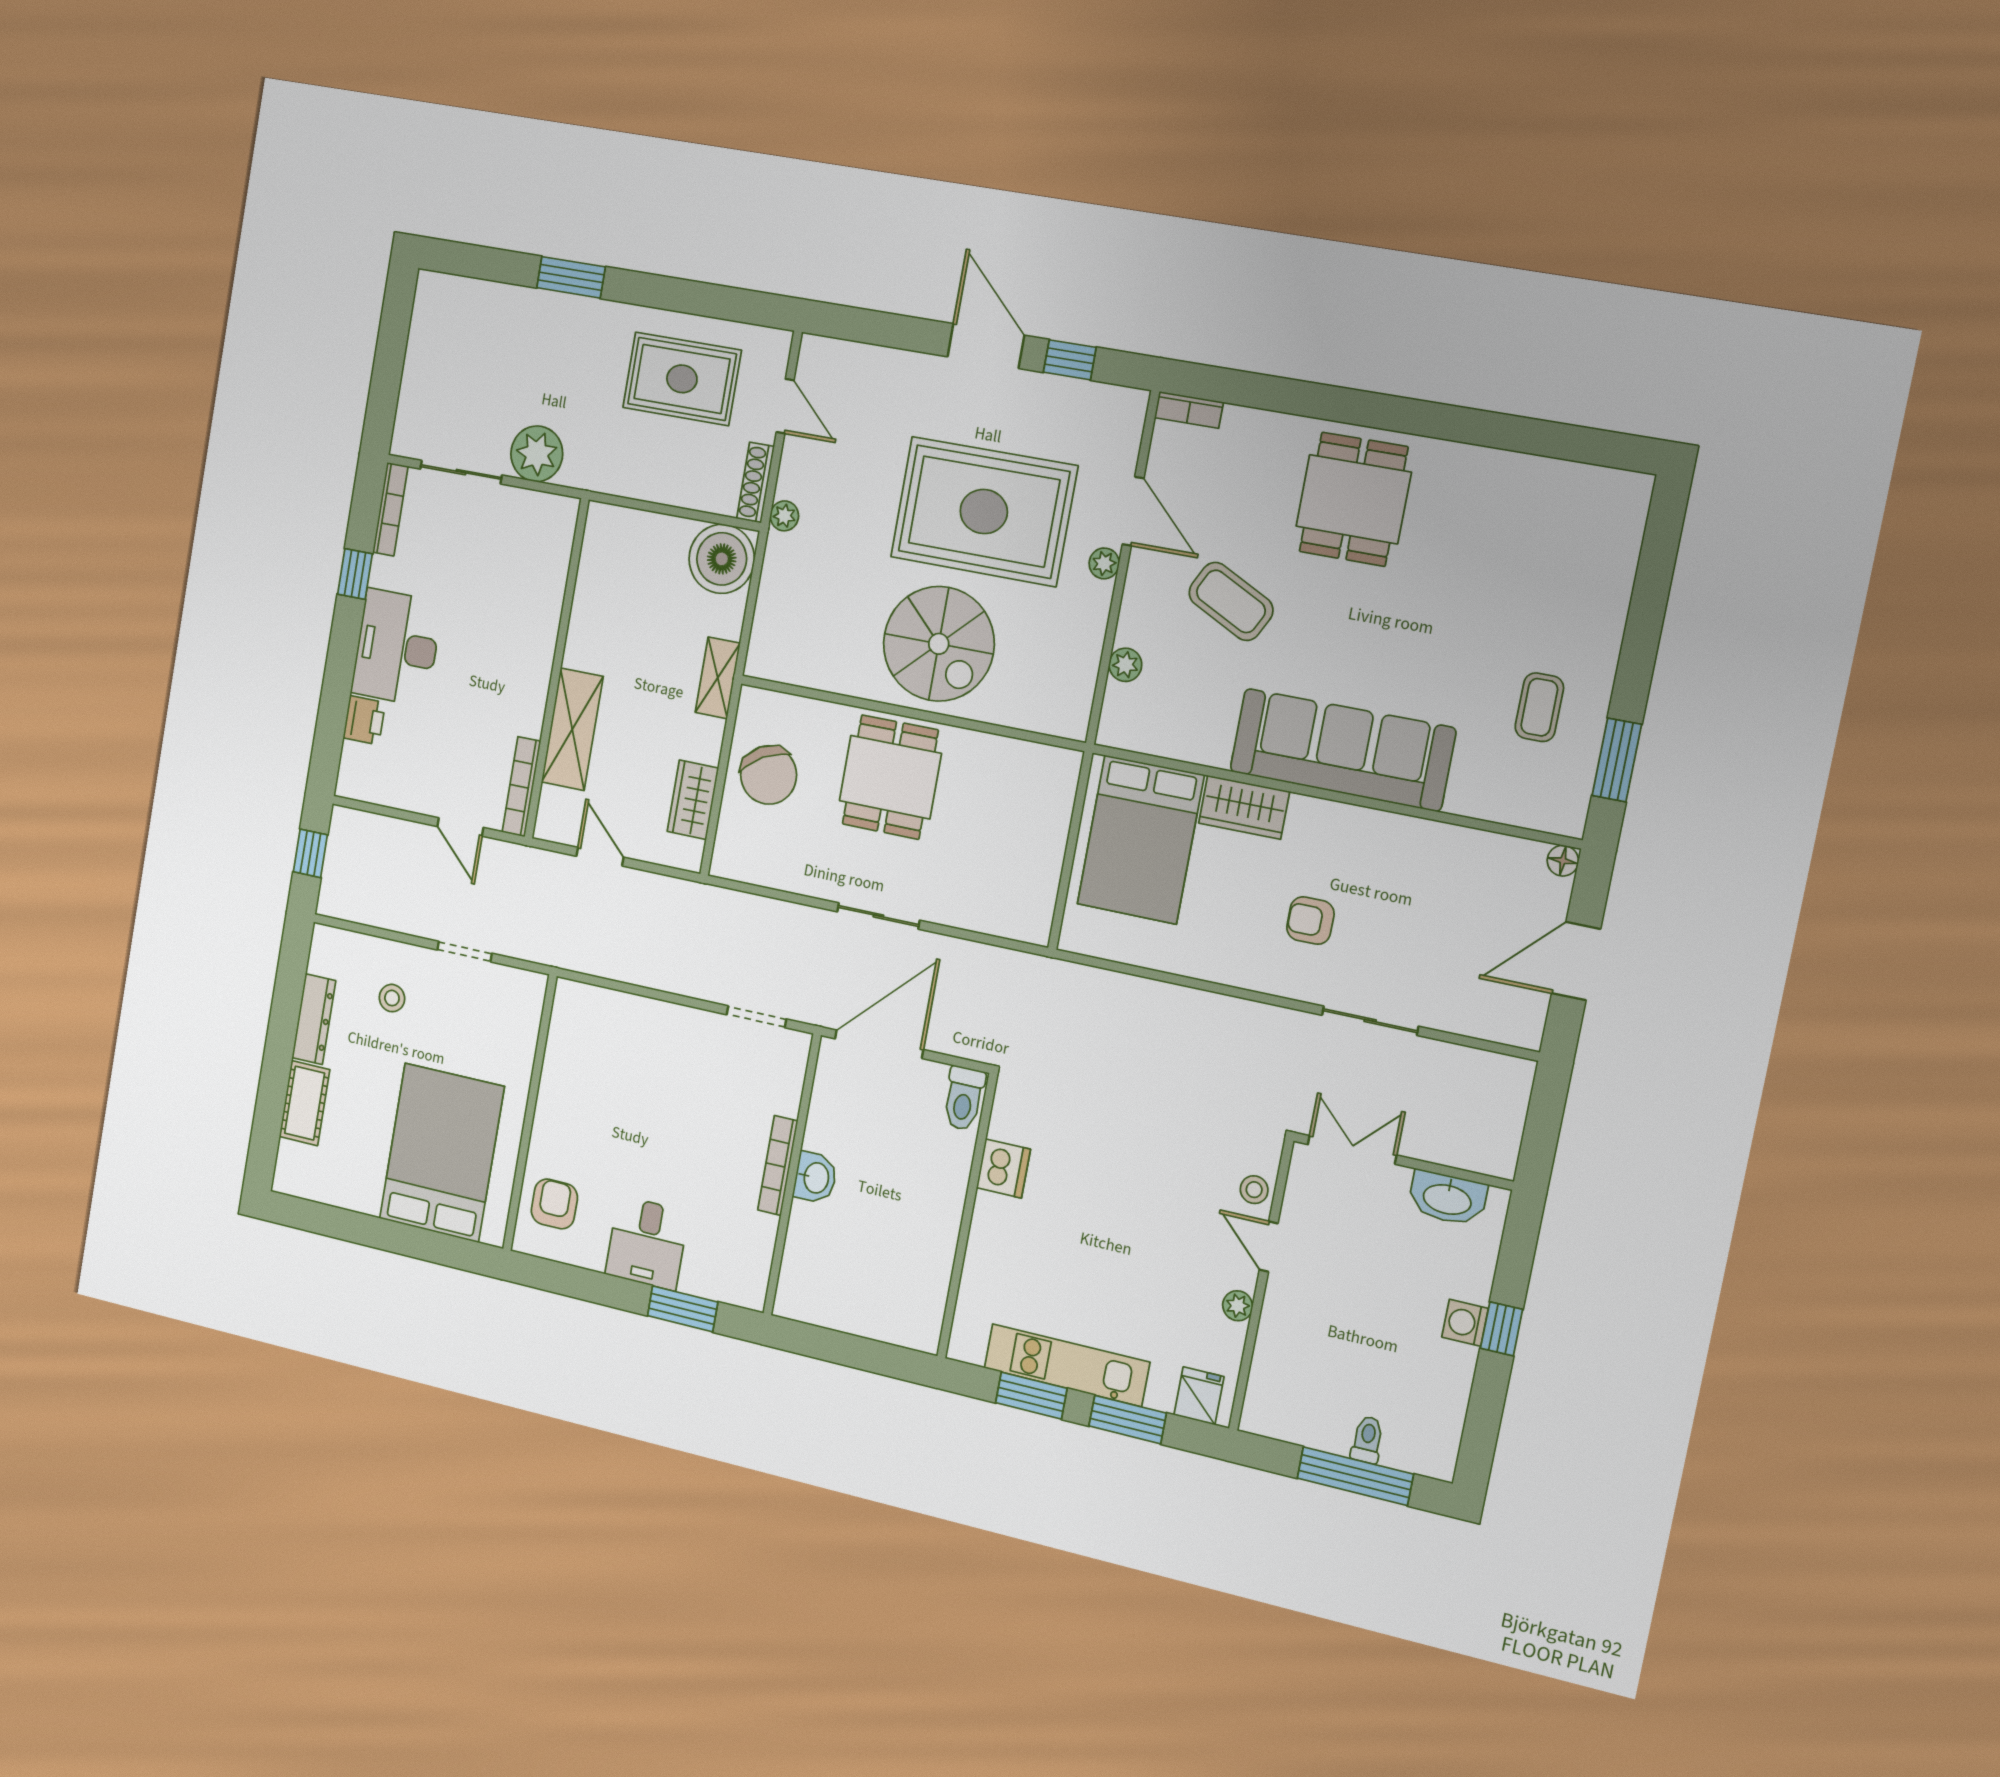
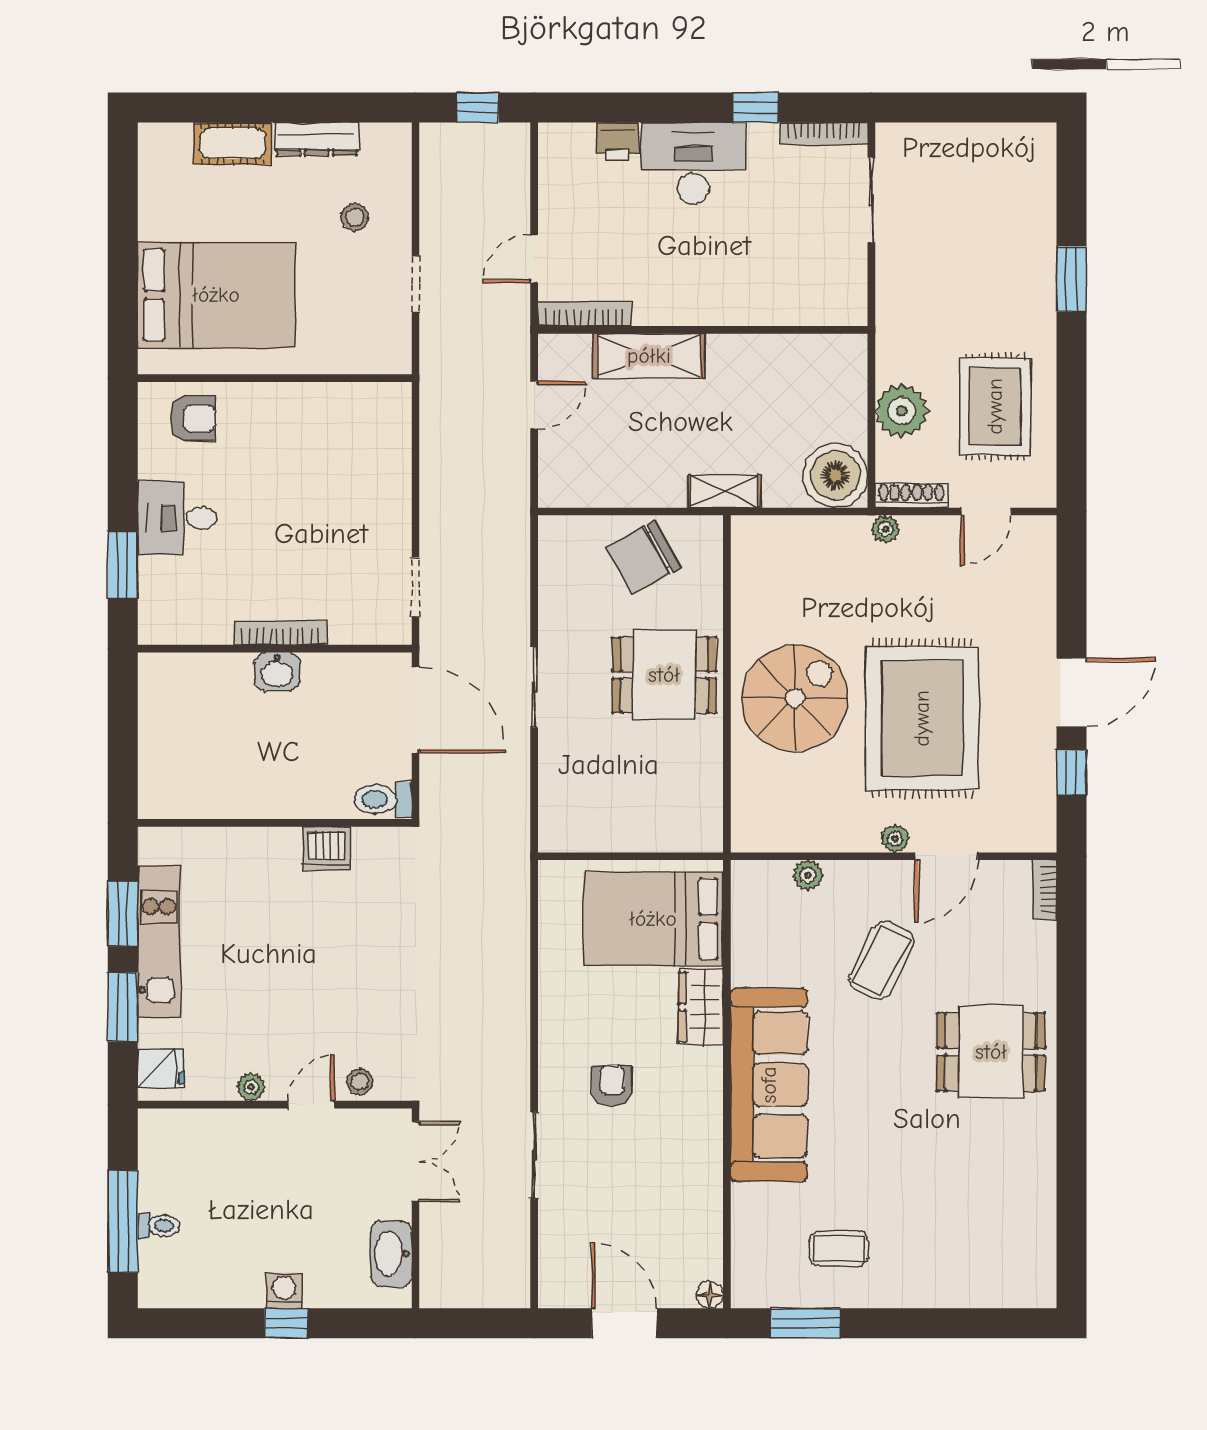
plant: (537, 454) -> (902, 411), moved
spiral stairs: (939, 644) -> (795, 698), turned 180
wardrobe: (693, 800) -> (606, 488), removed

